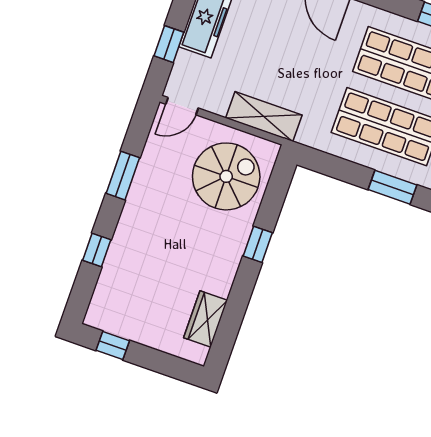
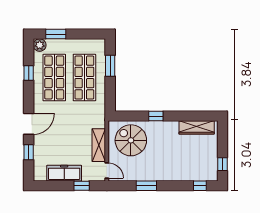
shelving: (264, 117) -> (99, 145), moved
window: (97, 250) -> (200, 186), moved
wardrobe: (206, 319) -> (197, 127), width x1.50

